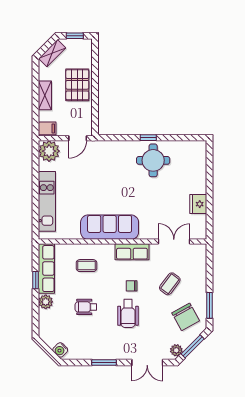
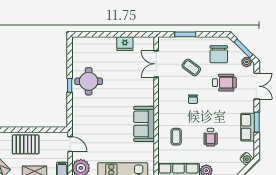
sofa: (110, 227) -> (144, 124), width x0.73
row of seats: (132, 252) -> (248, 127), moved, turned 180
window: (209, 305) -> (185, 34), moved
wheelchair: (128, 313) -> (224, 83), moved
chair: (186, 317) -> (219, 54), turned 119

